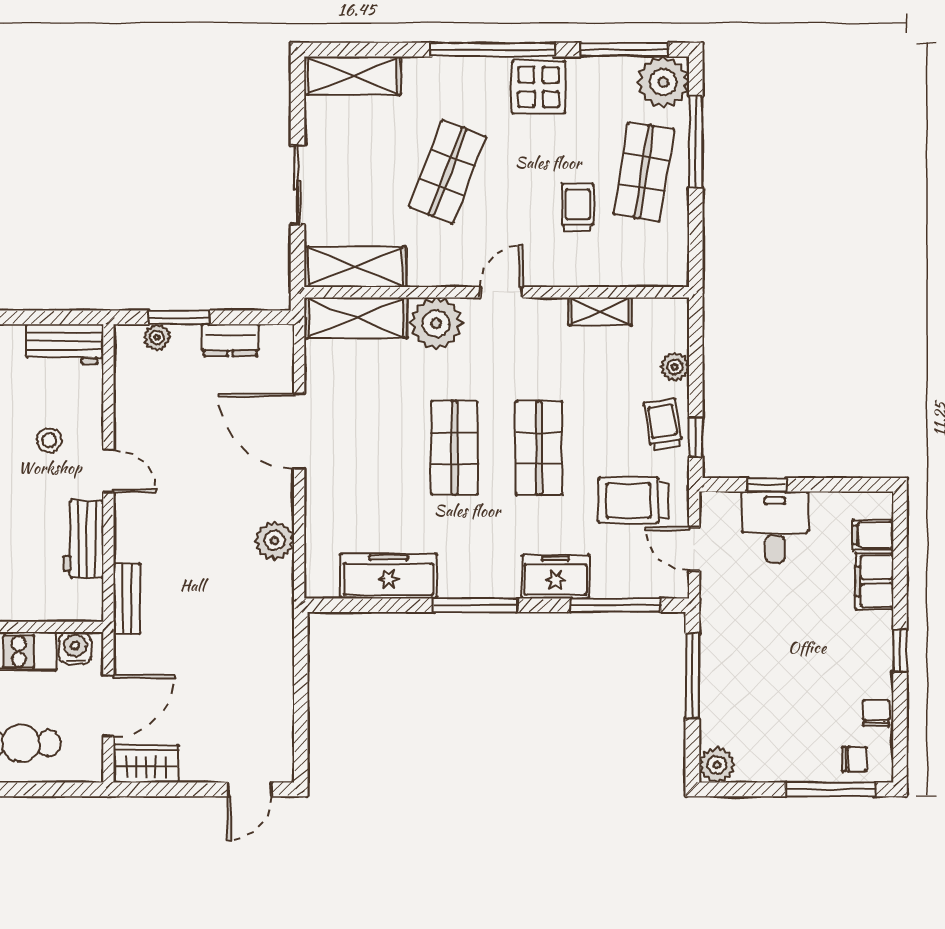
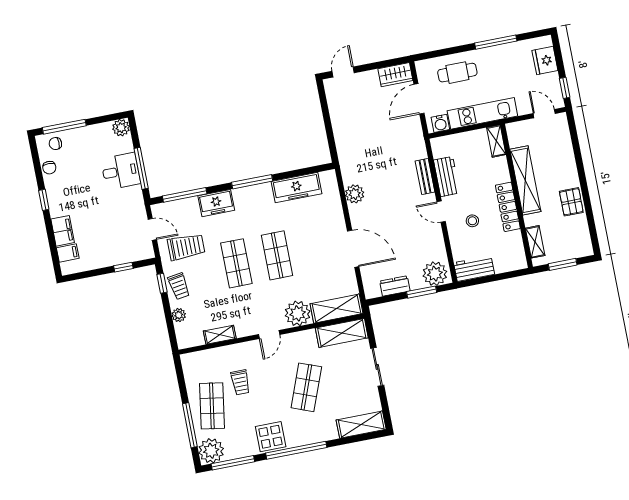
plant: (157, 337) -> (435, 274), width x1.87, depth x1.87
desk: (775, 527) -> (121, 171), moved, turned -90
bench: (127, 598) -> (425, 177), moved

